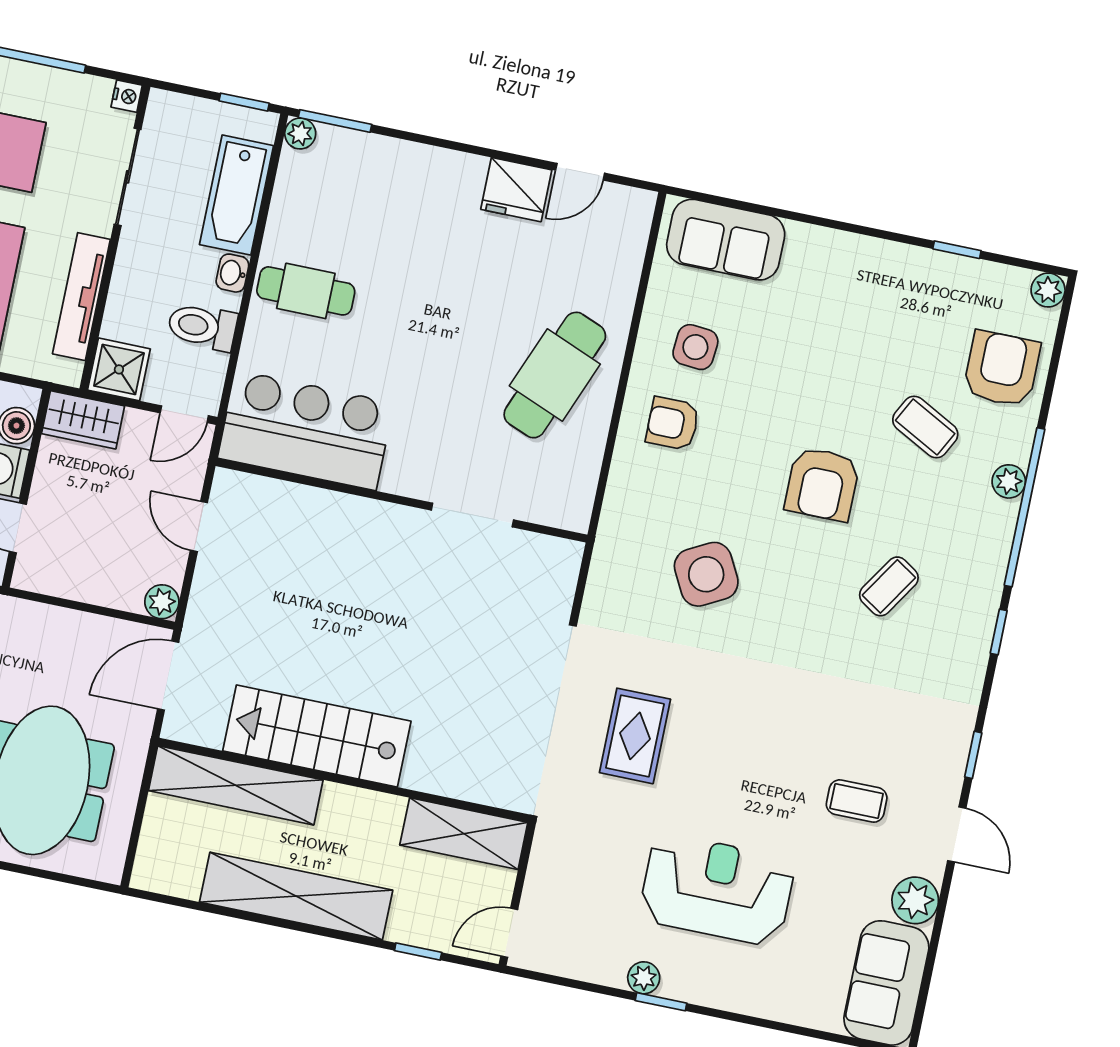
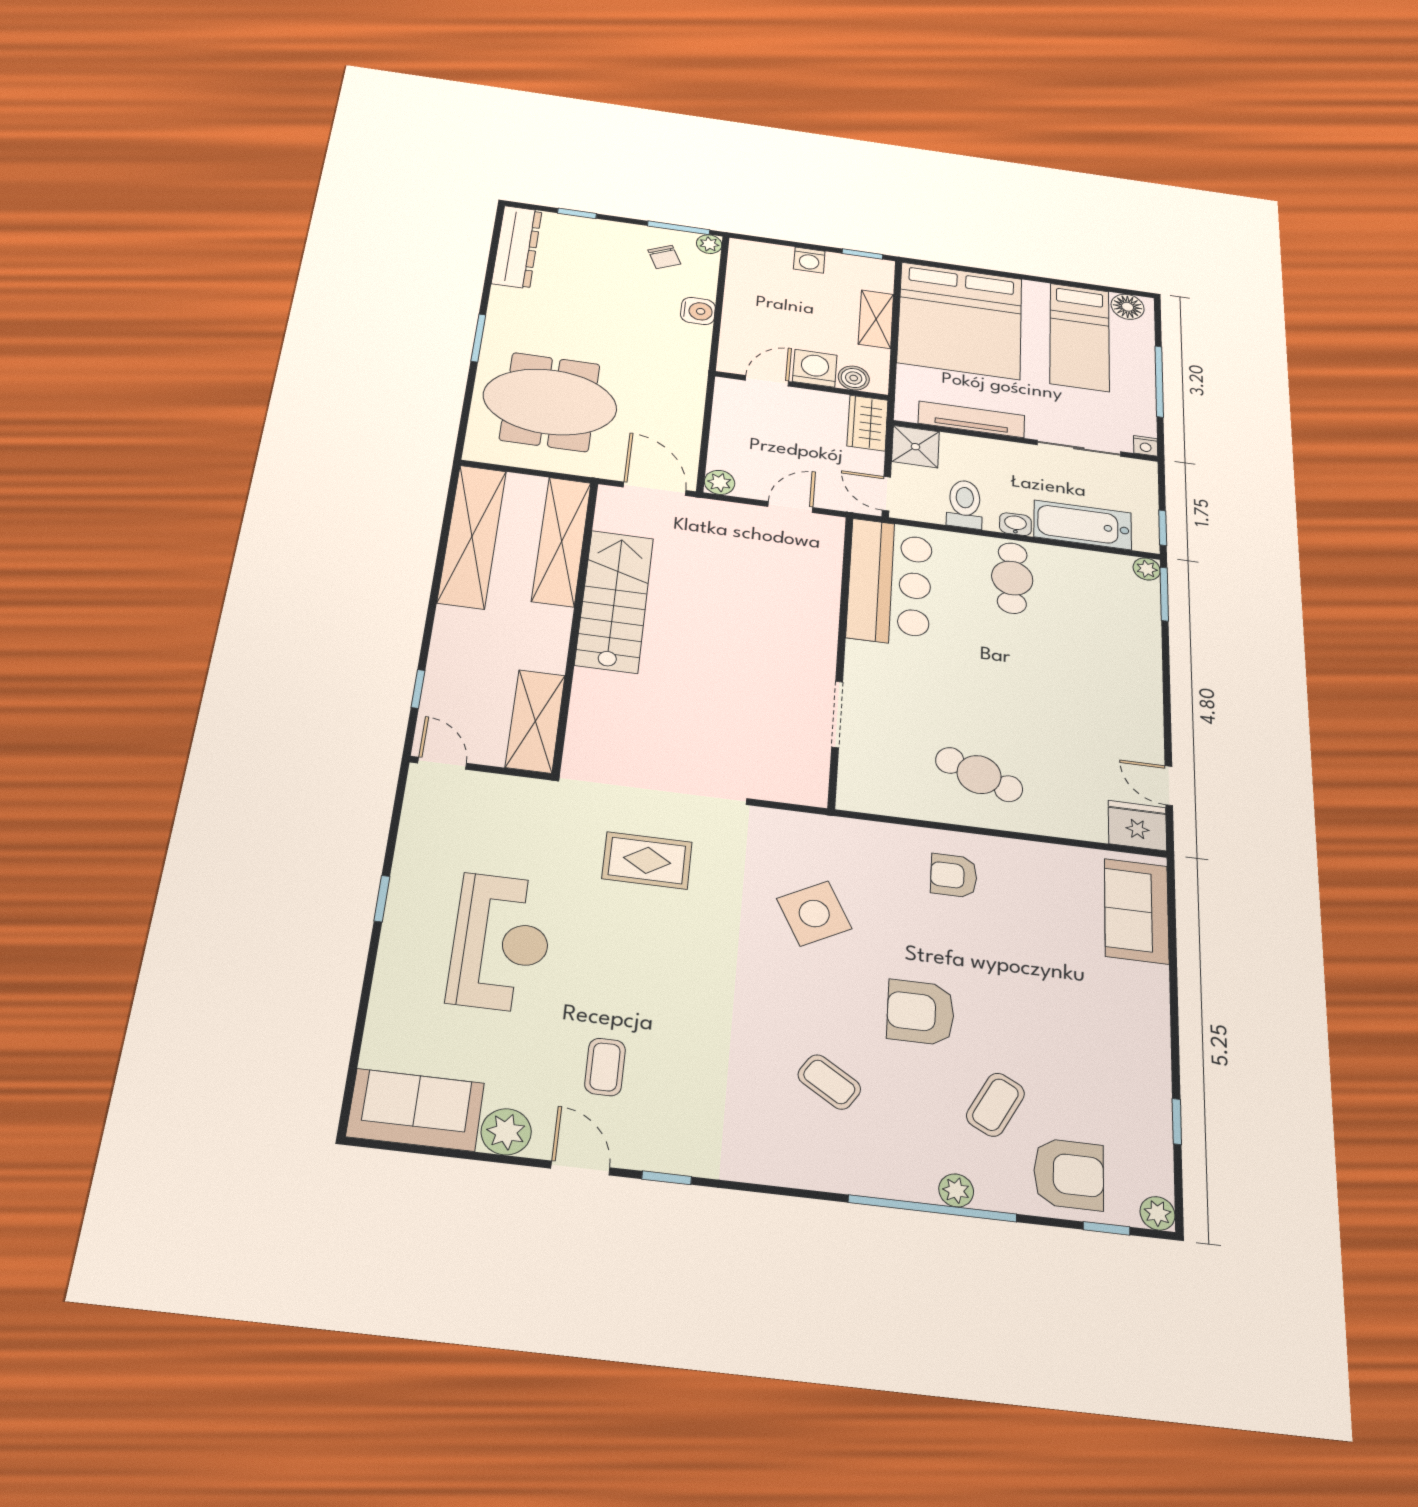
fridge: (516, 190) -> (1137, 826), moved, turned 90
side table: (695, 347) -> (1030, 891), removed
cafe table: (555, 375) -> (979, 775), width x0.73, depth x0.74
armchair: (673, 424) -> (954, 876), turned -90
window: (999, 632) -> (1107, 1228), moved
door: (957, 834) -> (580, 1168), swing flipped
shelving: (296, 896) -> (472, 536), moved
plant: (644, 978) -> (405, 882), removed

